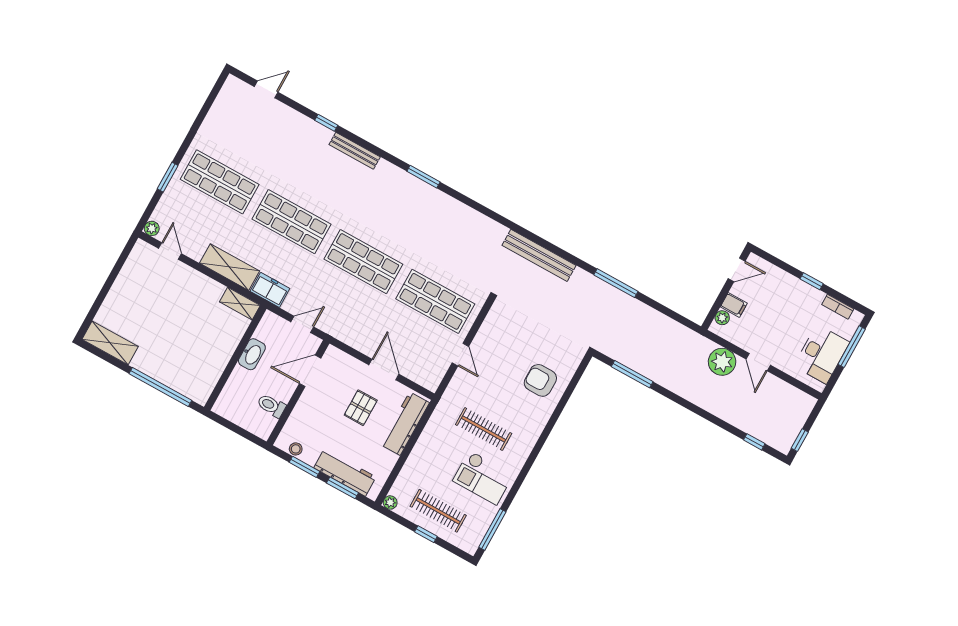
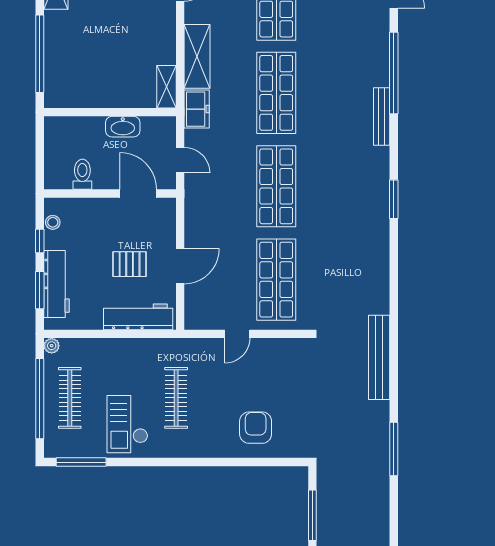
window: (326, 123) -> (394, 73), width x3.17
window: (305, 467) -> (40, 241), width x0.67
window: (426, 534) -> (40, 399), width x3.17

